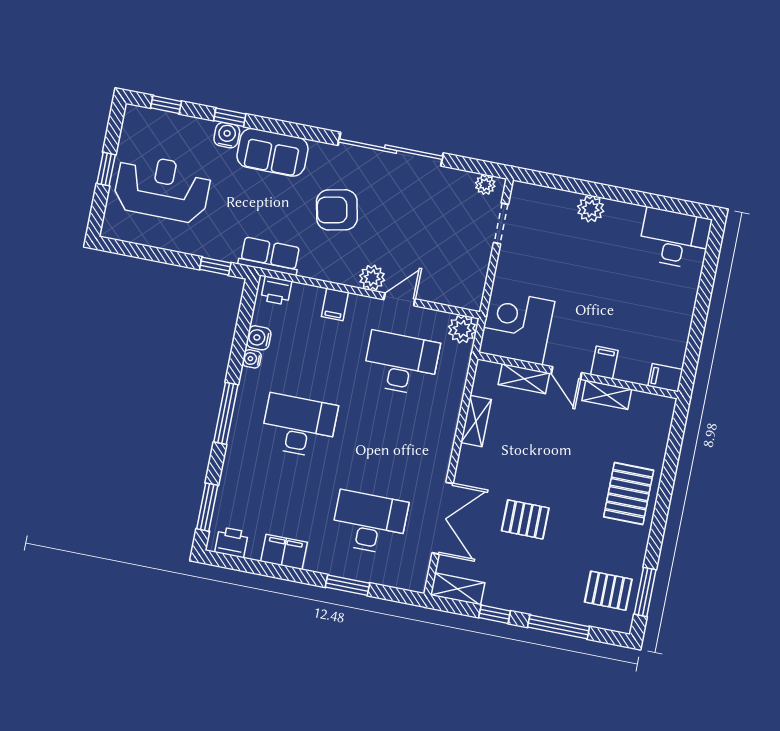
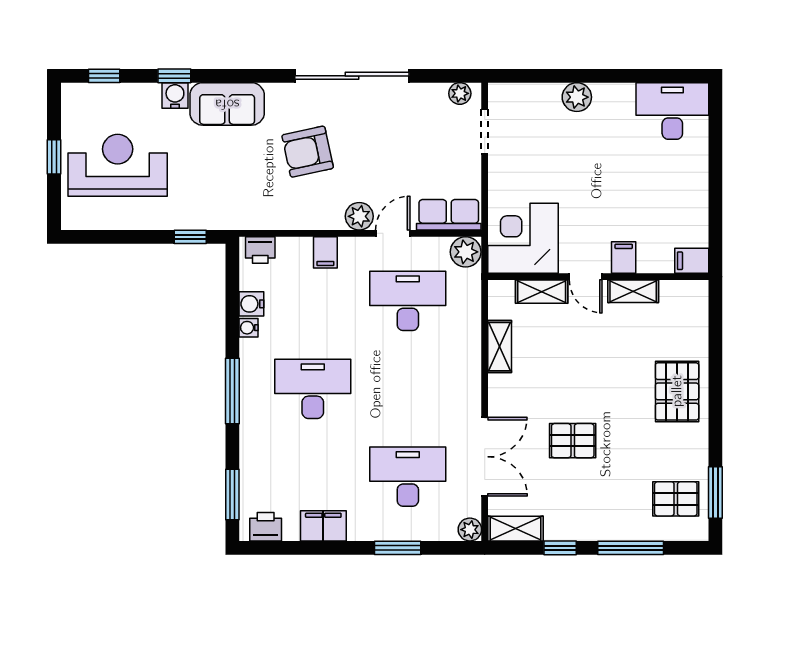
row of seats: (270, 256) -> (449, 215), moved
plant: (416, 581) -> (470, 530), added

